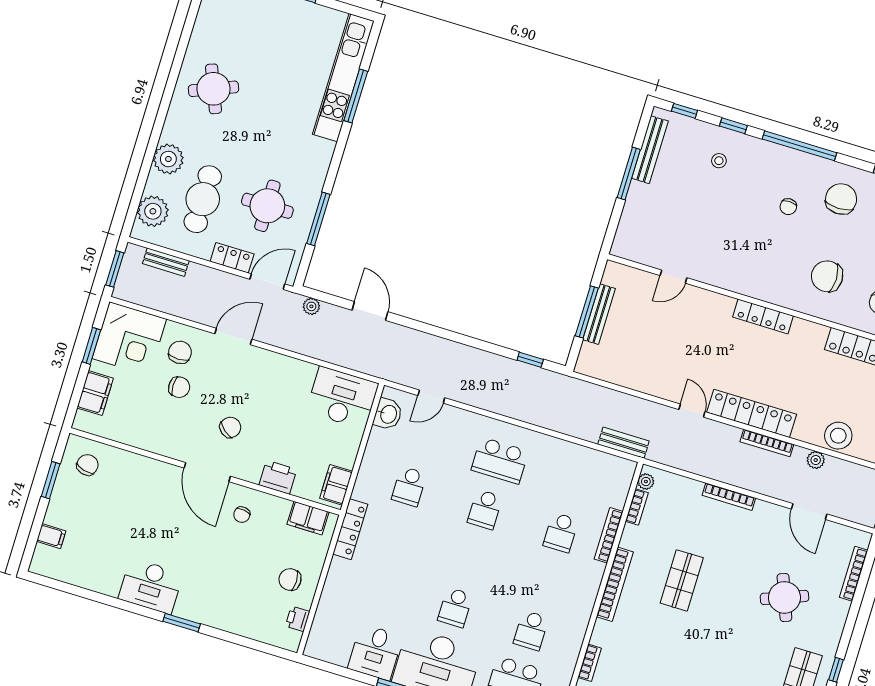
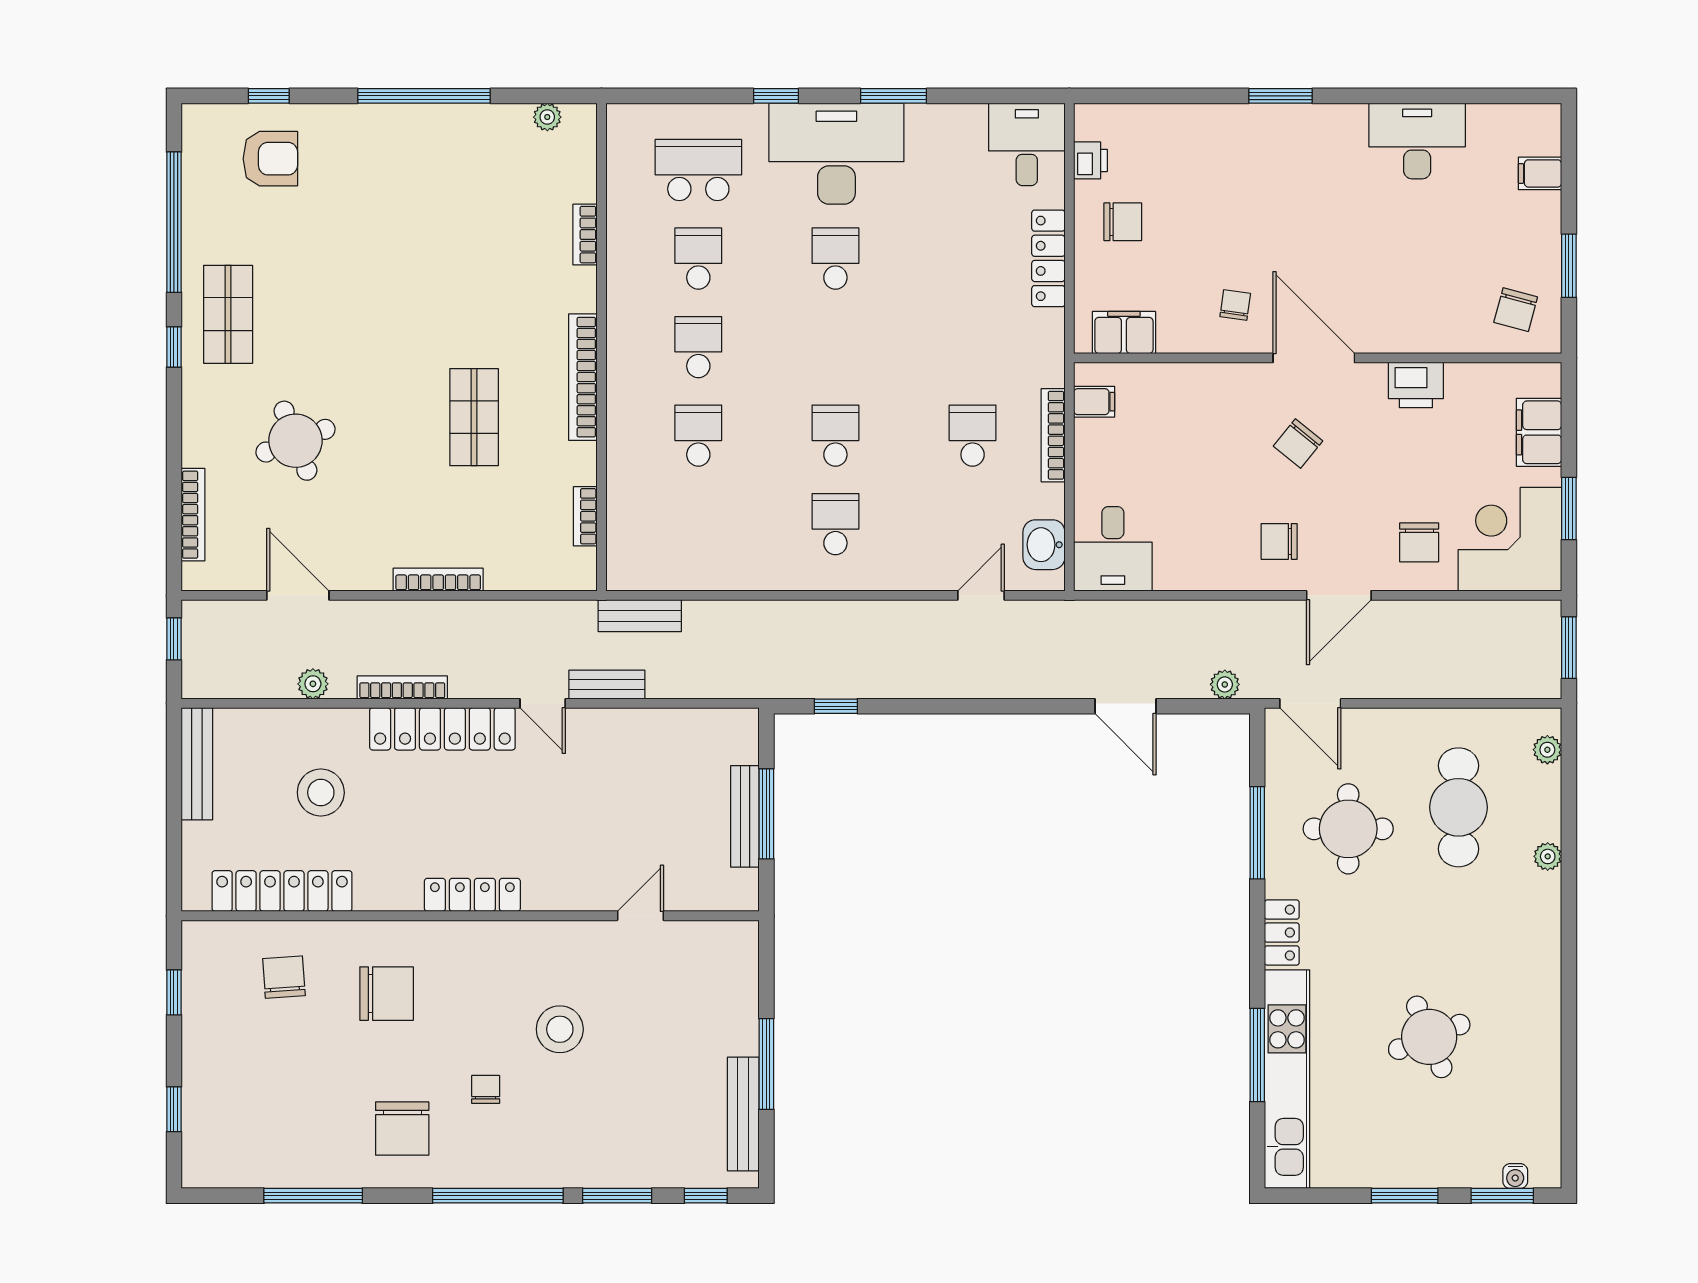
round table: (213, 89) -> (1429, 1037), moved
window: (733, 126) -> (617, 1196), width x1.50
plant: (168, 159) -> (1548, 856), width x0.53, depth x0.53
stool: (719, 161) -> (560, 1029), moved, width x1.89, depth x1.89
plant: (153, 211) -> (1547, 750), width x0.53, depth x0.53
locker: (232, 258) -> (1282, 933), moved, turned -90
bench: (166, 262) -> (607, 685), moved
door: (267, 282) -> (1310, 703), hinge flipped
chair: (179, 387) -> (1279, 541), moved
desk: (342, 398) -> (1113, 549), width x0.73
stool: (838, 436) -> (321, 793), moved
school desk: (500, 461) -> (835, 524), width x0.54
printer: (278, 477) -> (1416, 385), moved
plant: (646, 482) -> (583, 563), removed
filing cabinet: (336, 485) -> (1094, 402), width x0.50
locker: (350, 529) -> (1048, 258), moved
bookcase: (609, 535) -> (1053, 435), moved, turned 180
school desk: (546, 582) -> (698, 347), added
desk: (151, 586) -> (1417, 141), moved
desk: (375, 652) -> (1027, 144), moved

